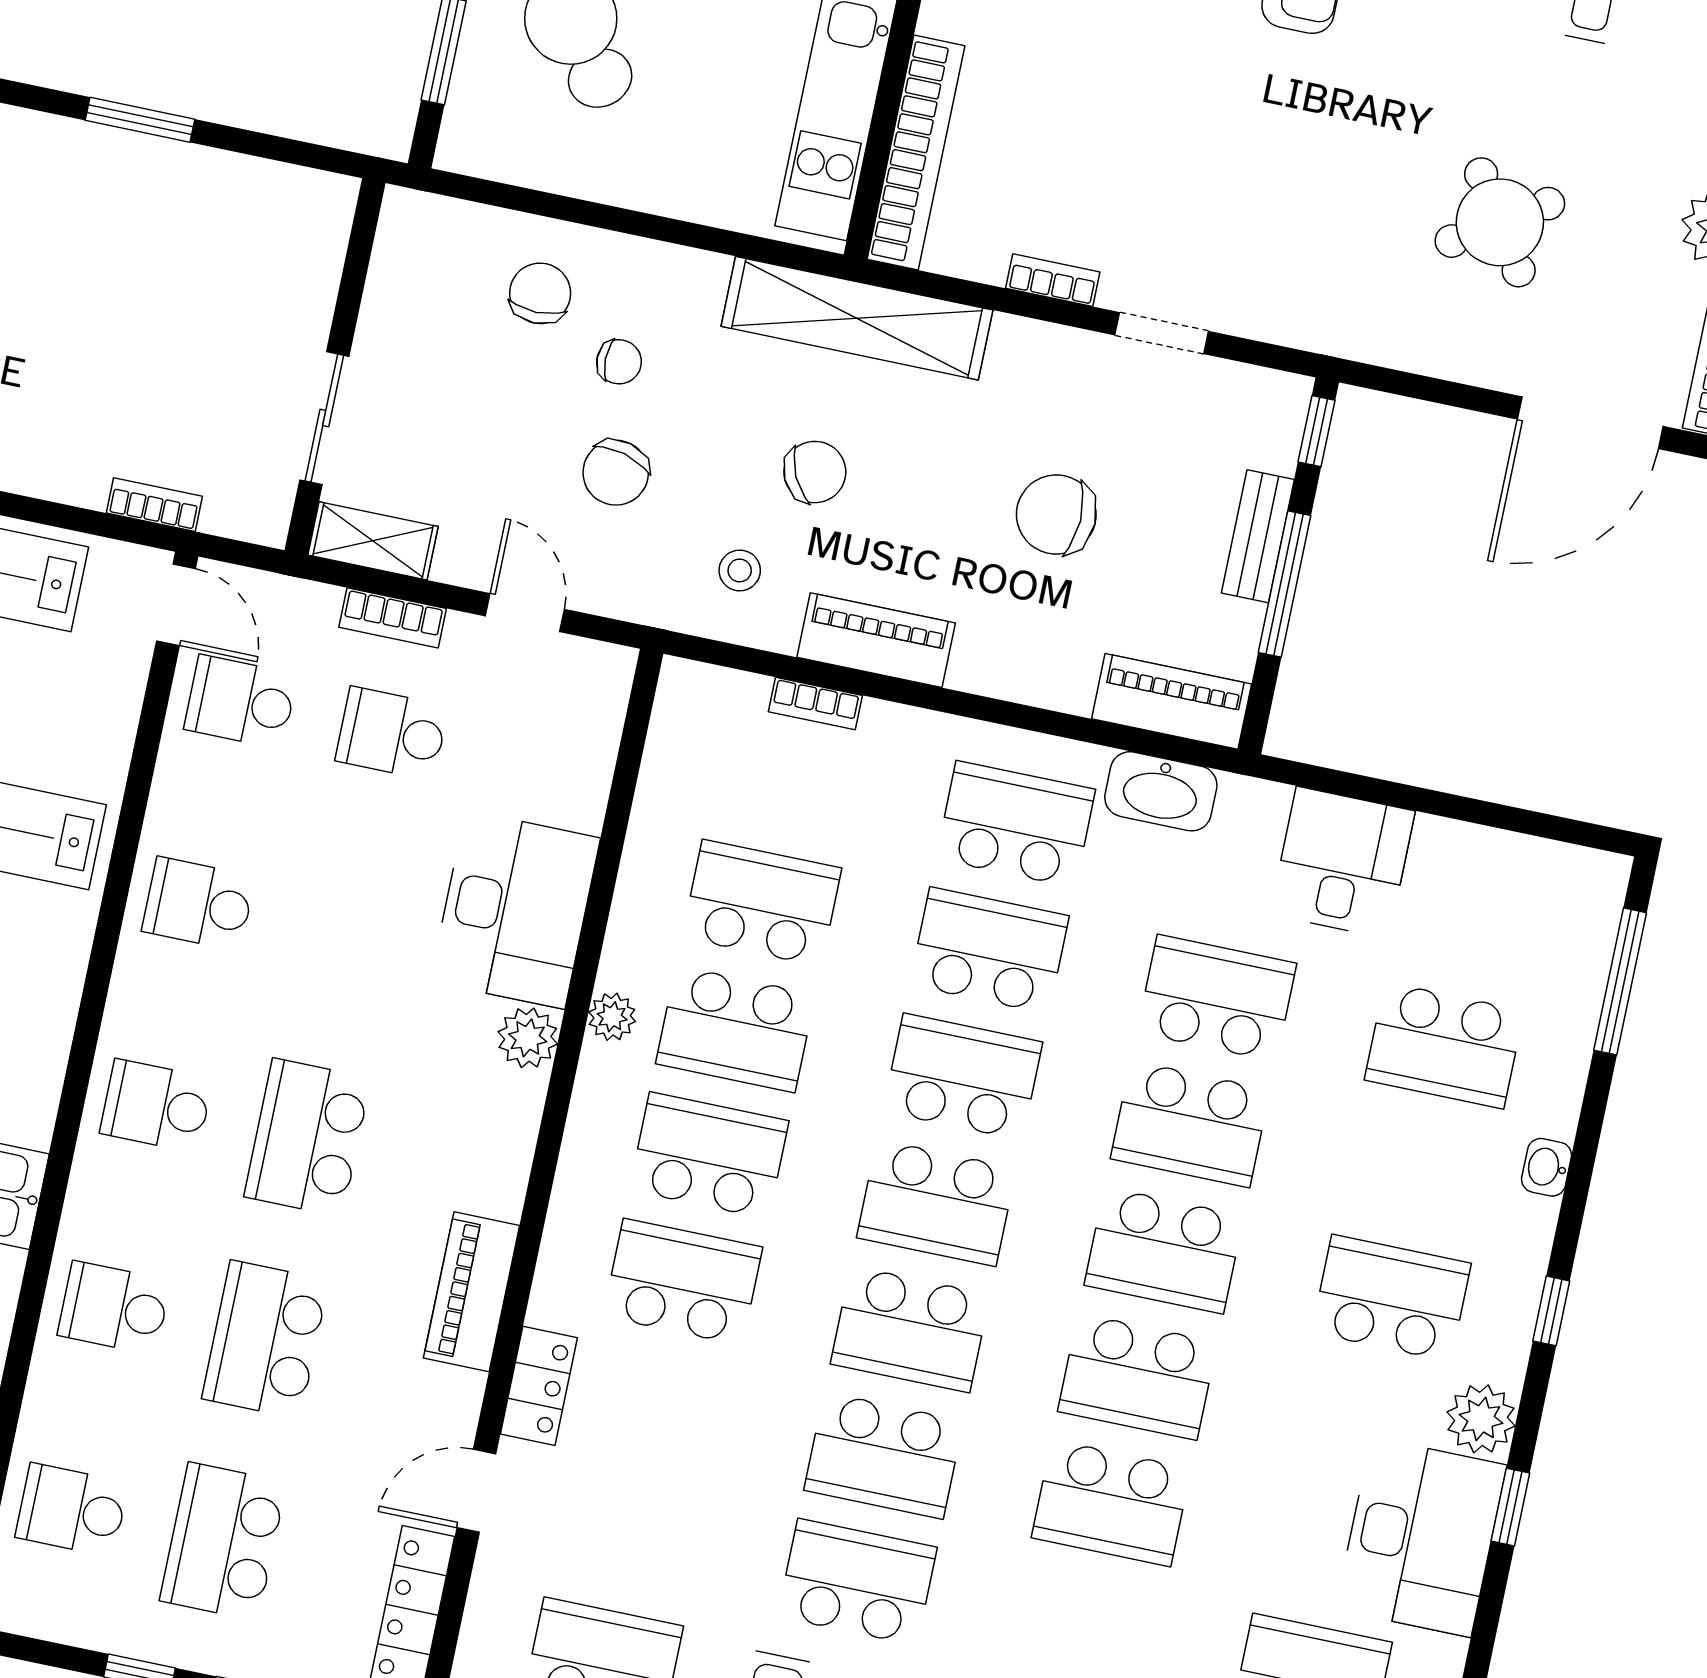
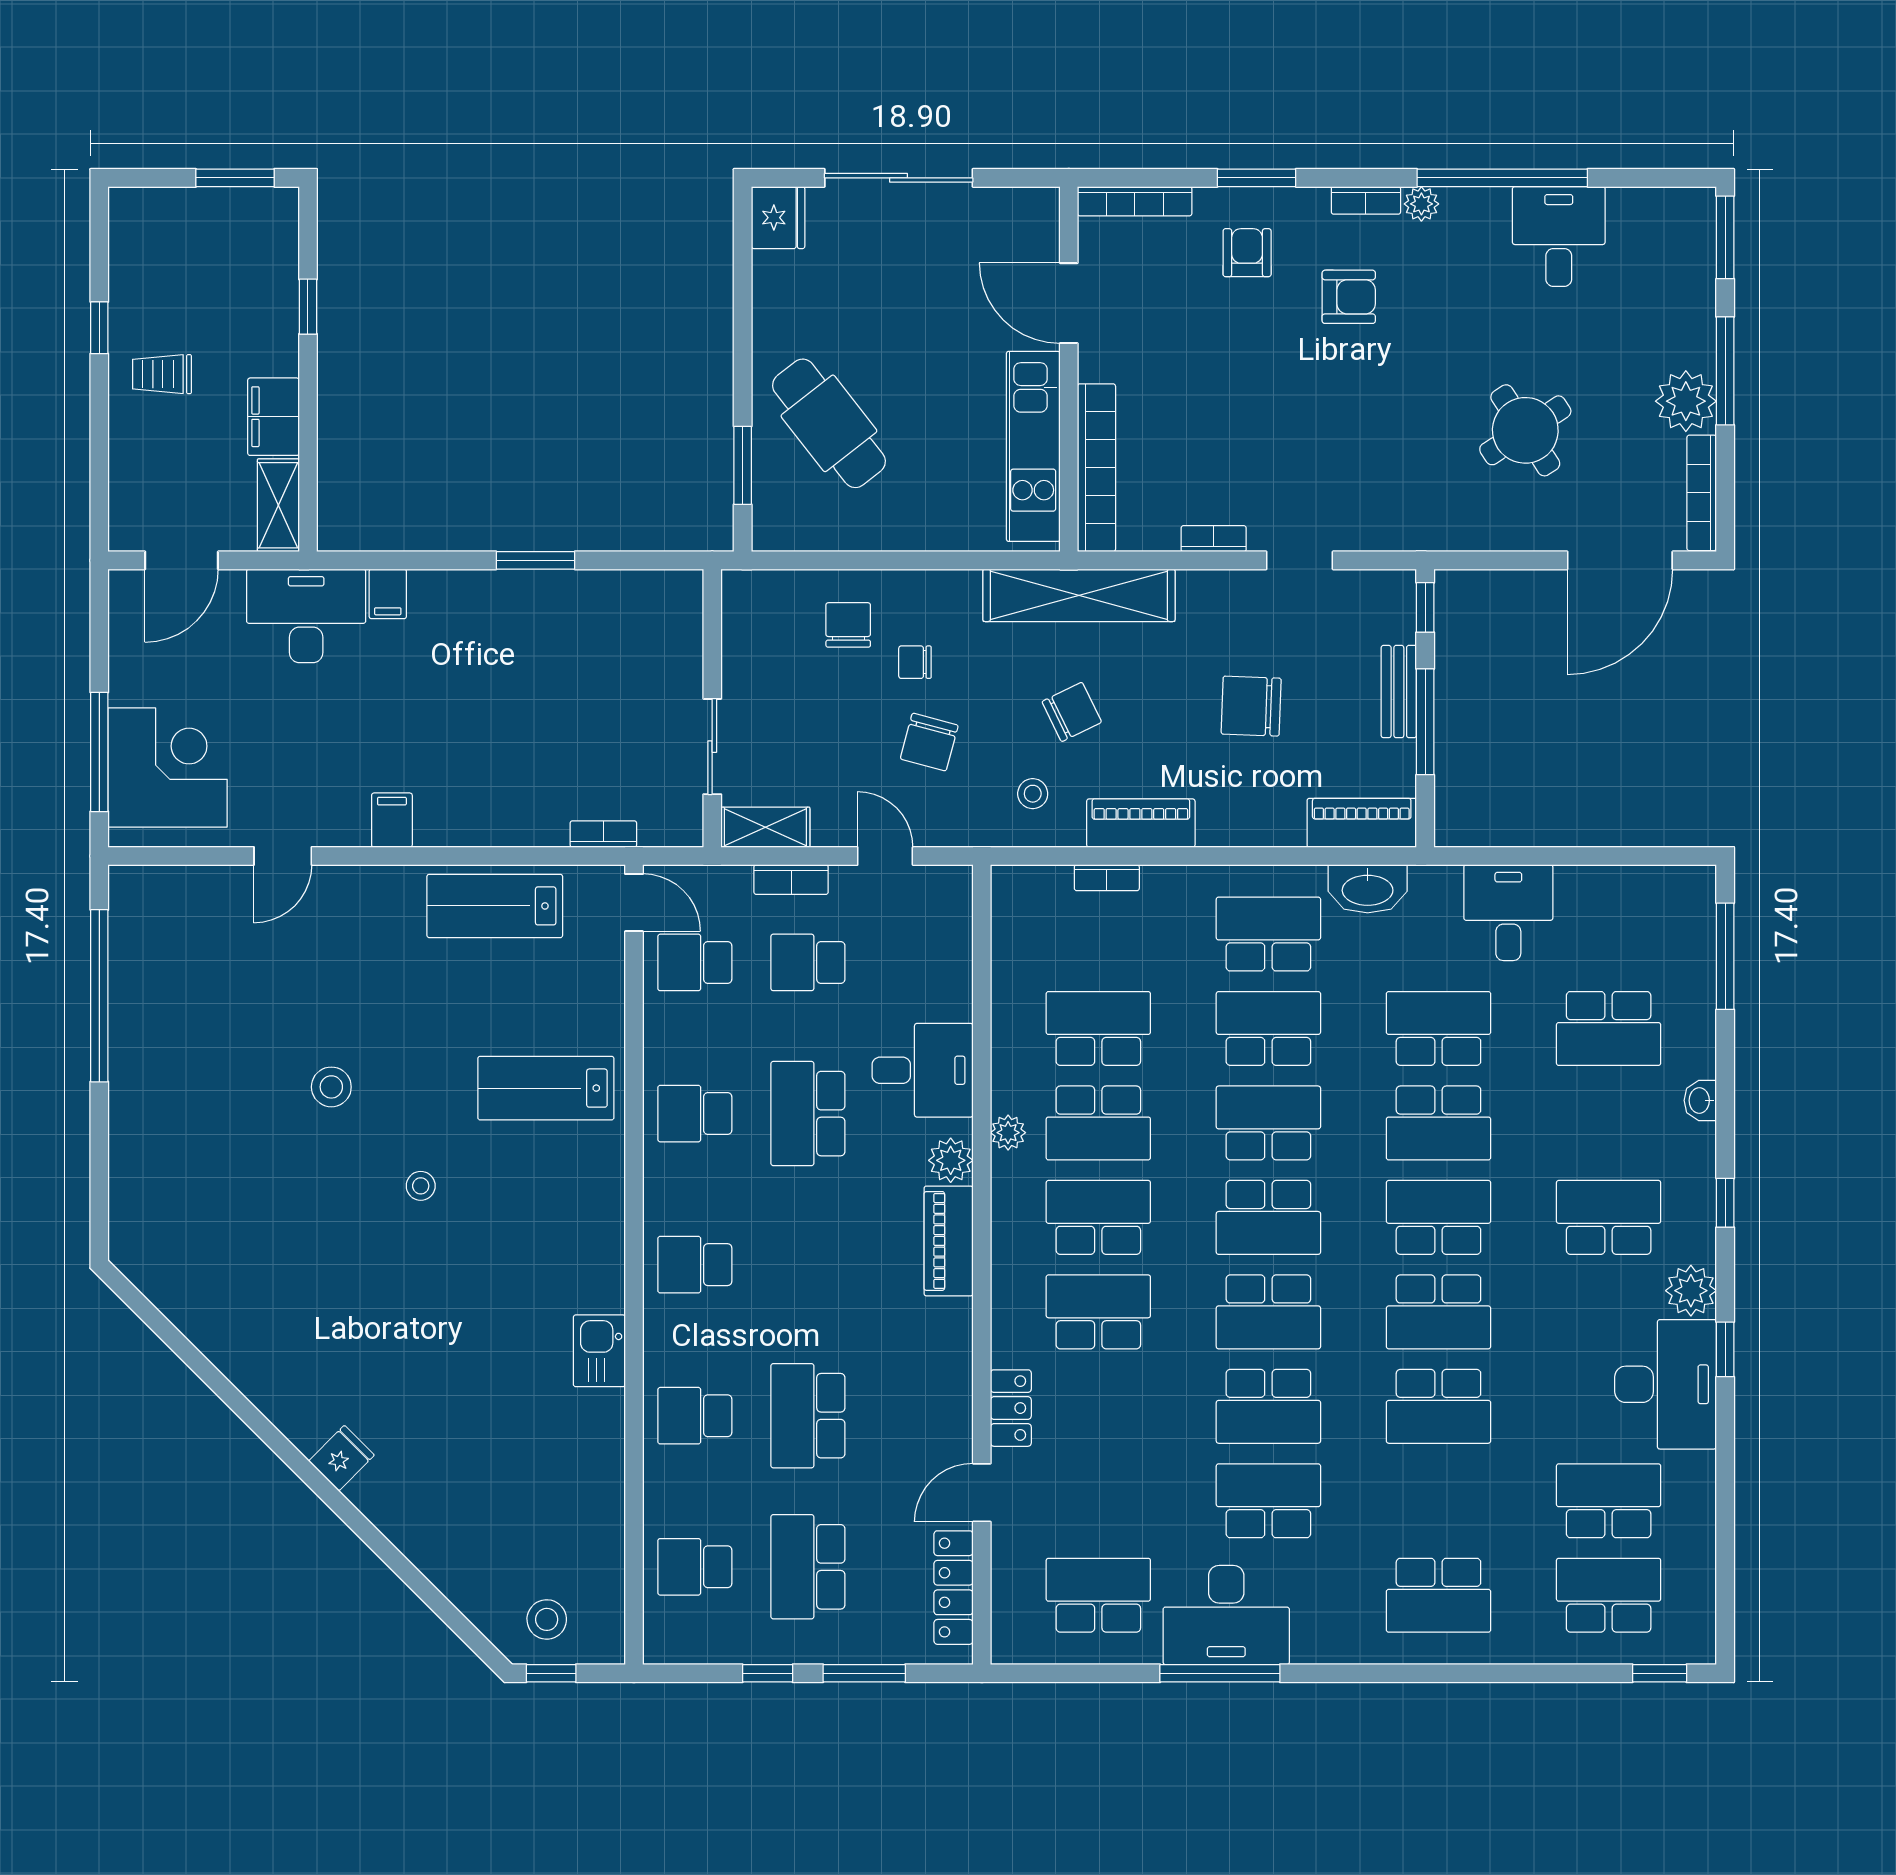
chair: (619, 362) -> (915, 662), turned 180
desk: (515, 910) -> (923, 1070), width x0.73
school desk: (308, 1137) -> (808, 1114), moved
school desk: (1164, 1250) -> (1438, 1217), turned 180
piano: (472, 1292) -> (949, 1241), moved

